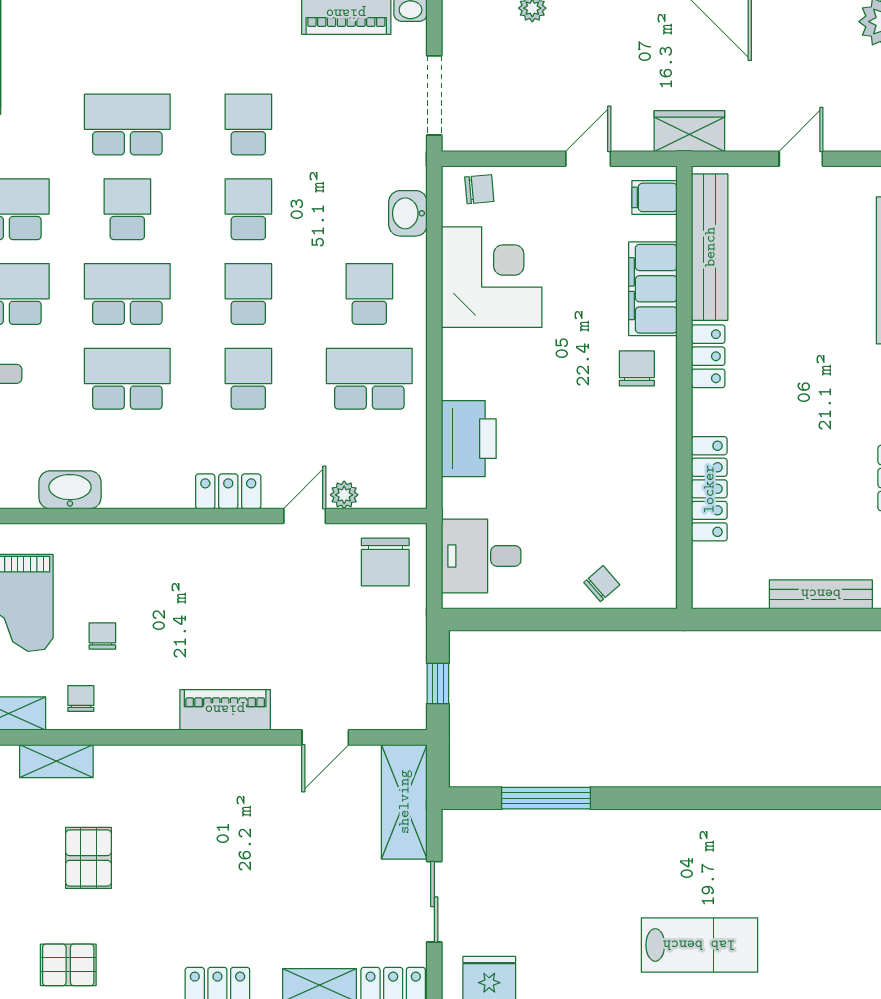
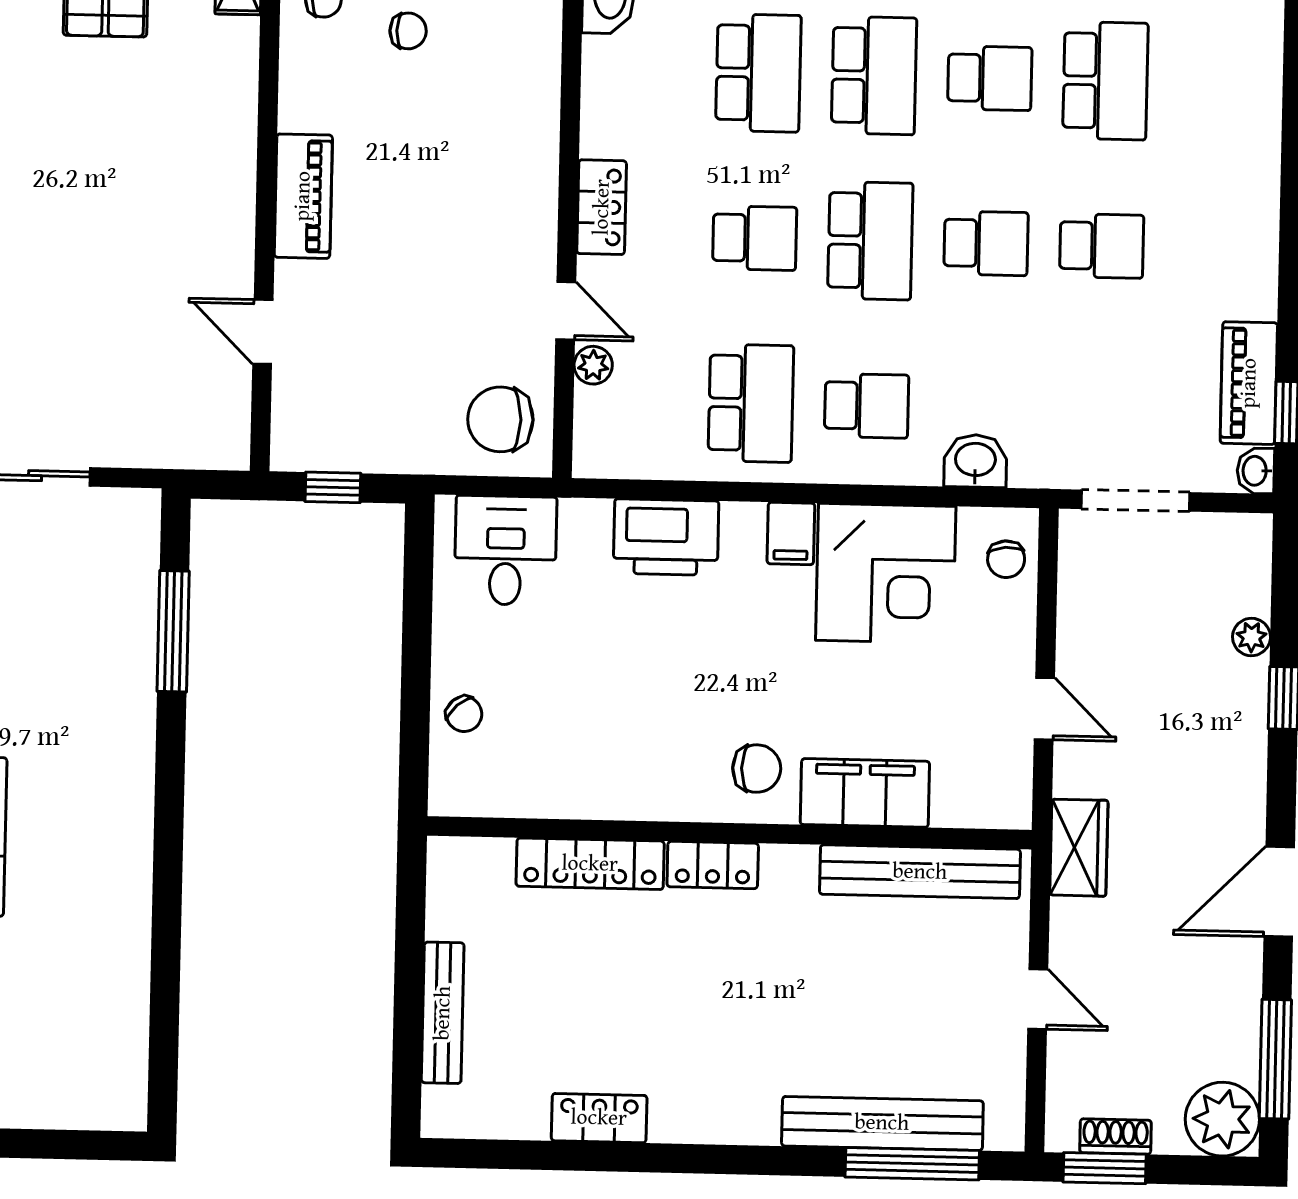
filing cabinet: (655, 197) -> (791, 533), moved, turned 180
school desk: (248, 294) -> (870, 241), width x1.85
locker: (708, 356) -> (713, 865), moved
shelving: (404, 802) -> (172, 438), removed

